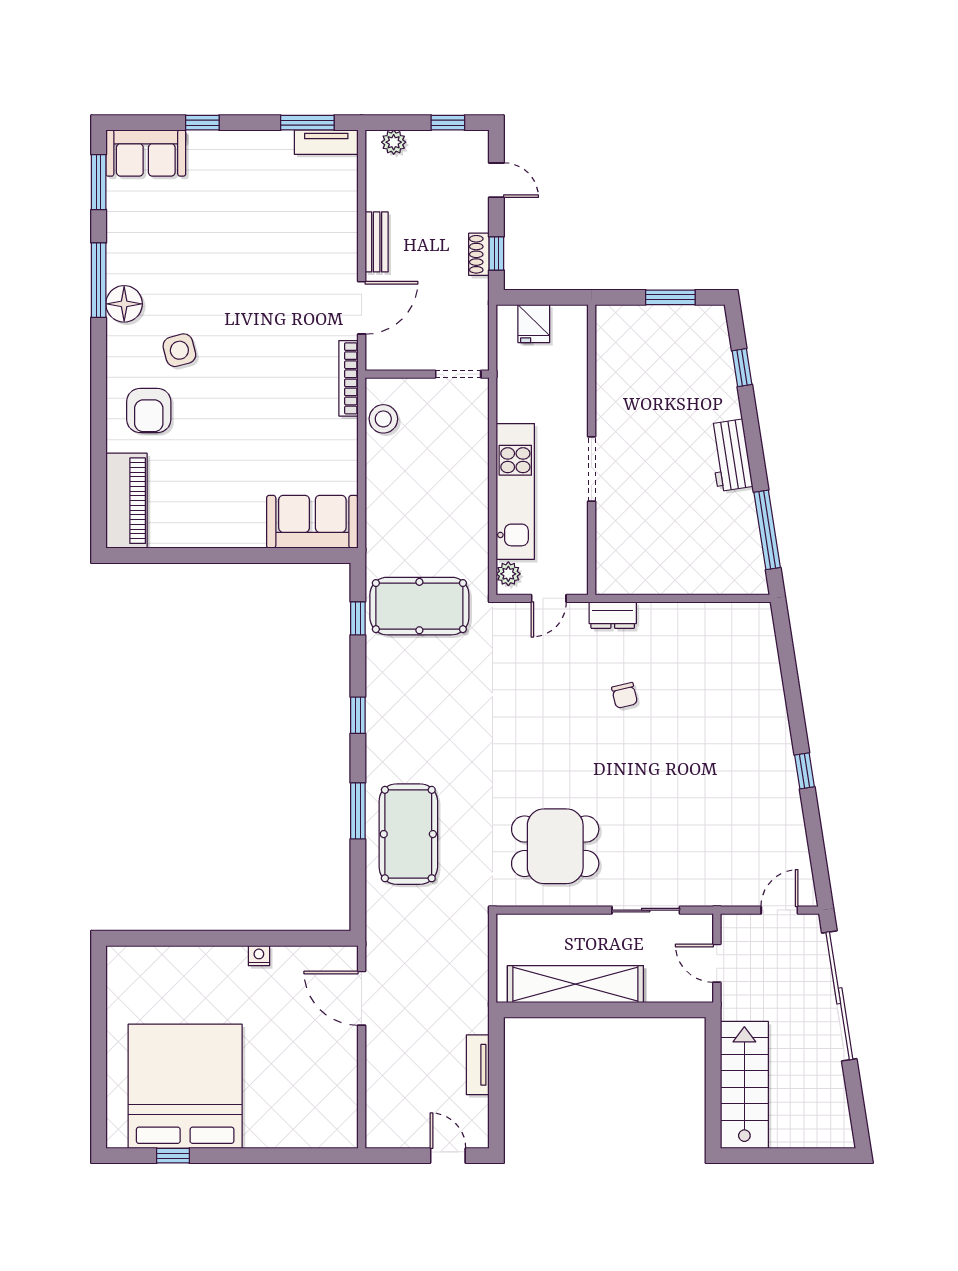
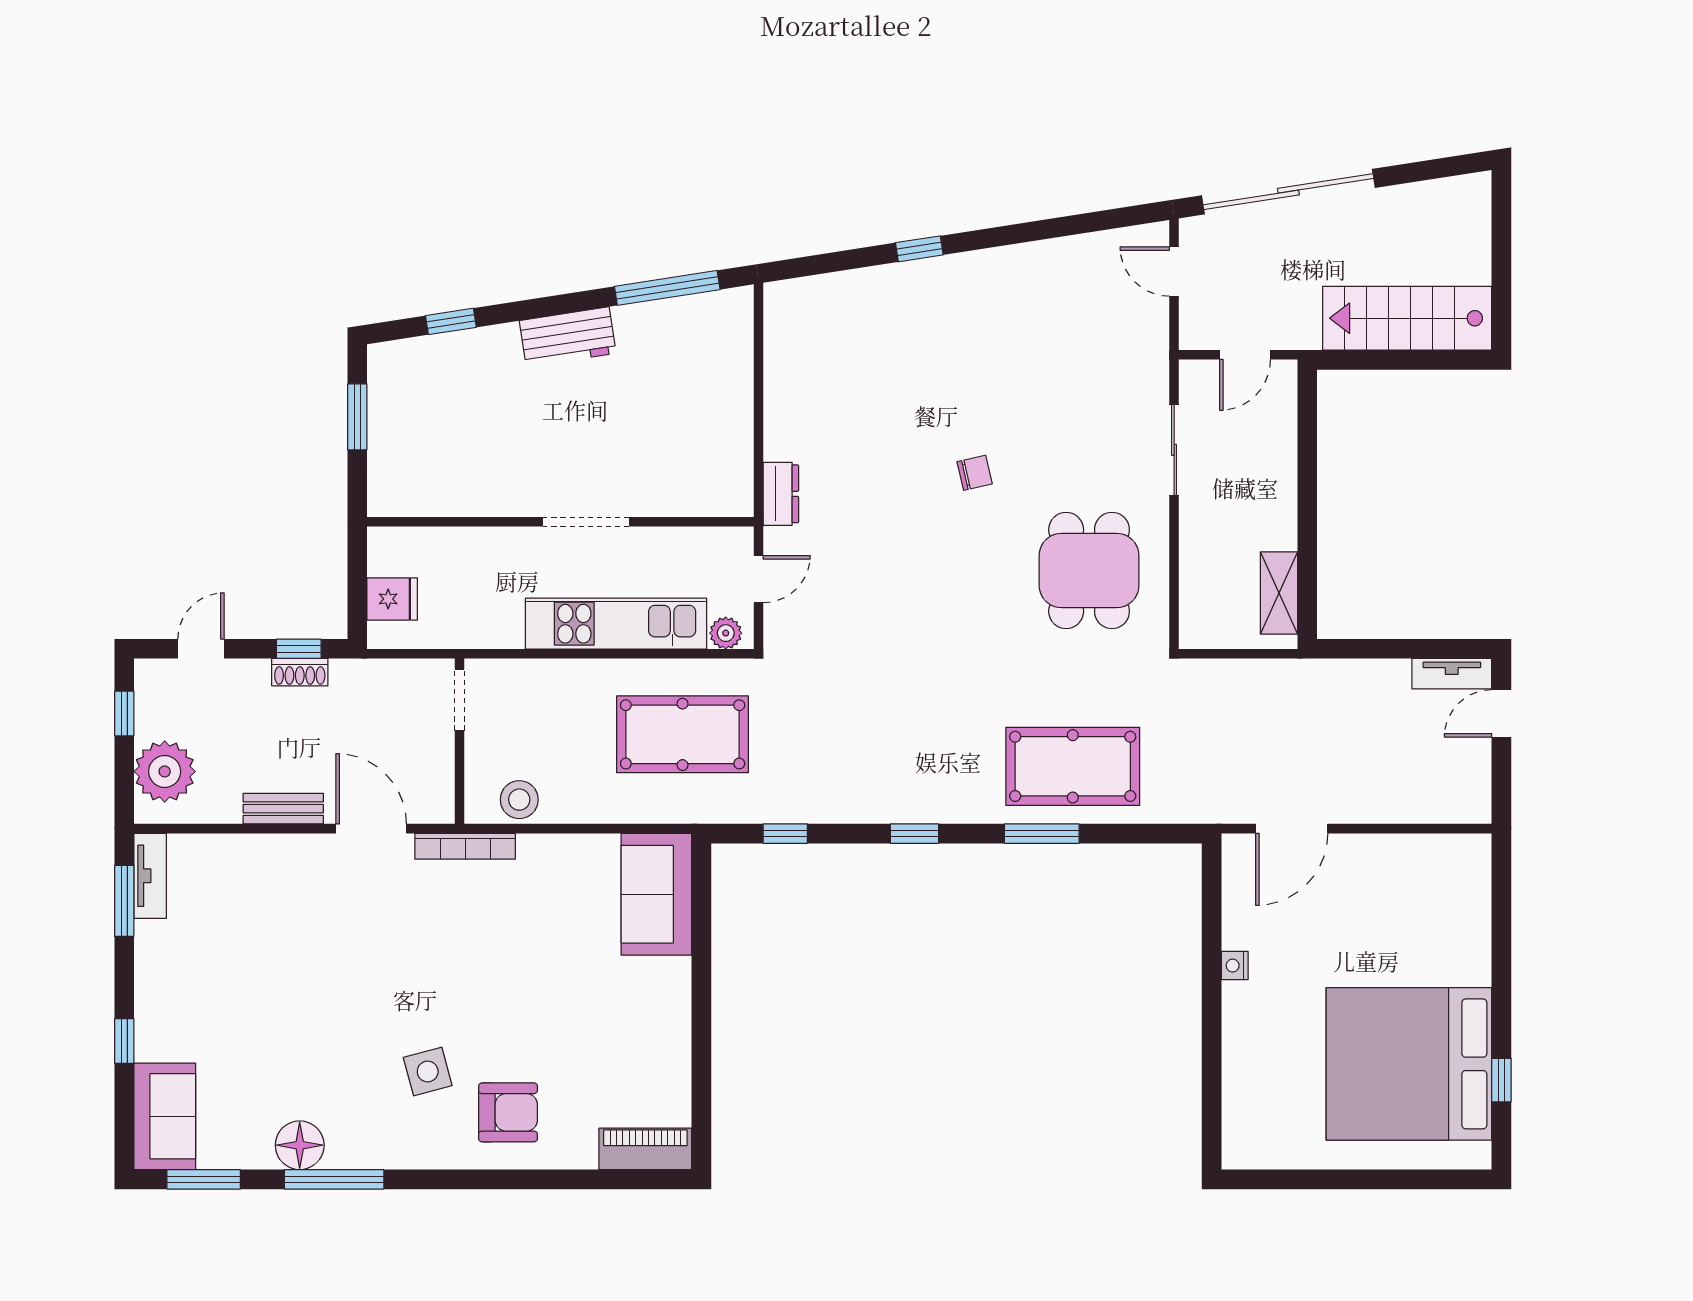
plant: (394, 142) -> (165, 771), width x1.87, depth x1.87
floor lamp: (124, 304) -> (300, 1145), moved
piano: (126, 501) -> (645, 1149), width x0.73, depth x0.75
door: (549, 598) -> (758, 579), hinge flipped
pool table: (419, 606) -> (683, 734), moved, turned 90
chair: (625, 695) -> (975, 473), moved
window: (804, 771) -> (919, 249), moved
shelving: (575, 984) -> (1279, 593), width x0.45, depth x0.75
tv unit: (478, 1065) -> (1452, 674), moved

